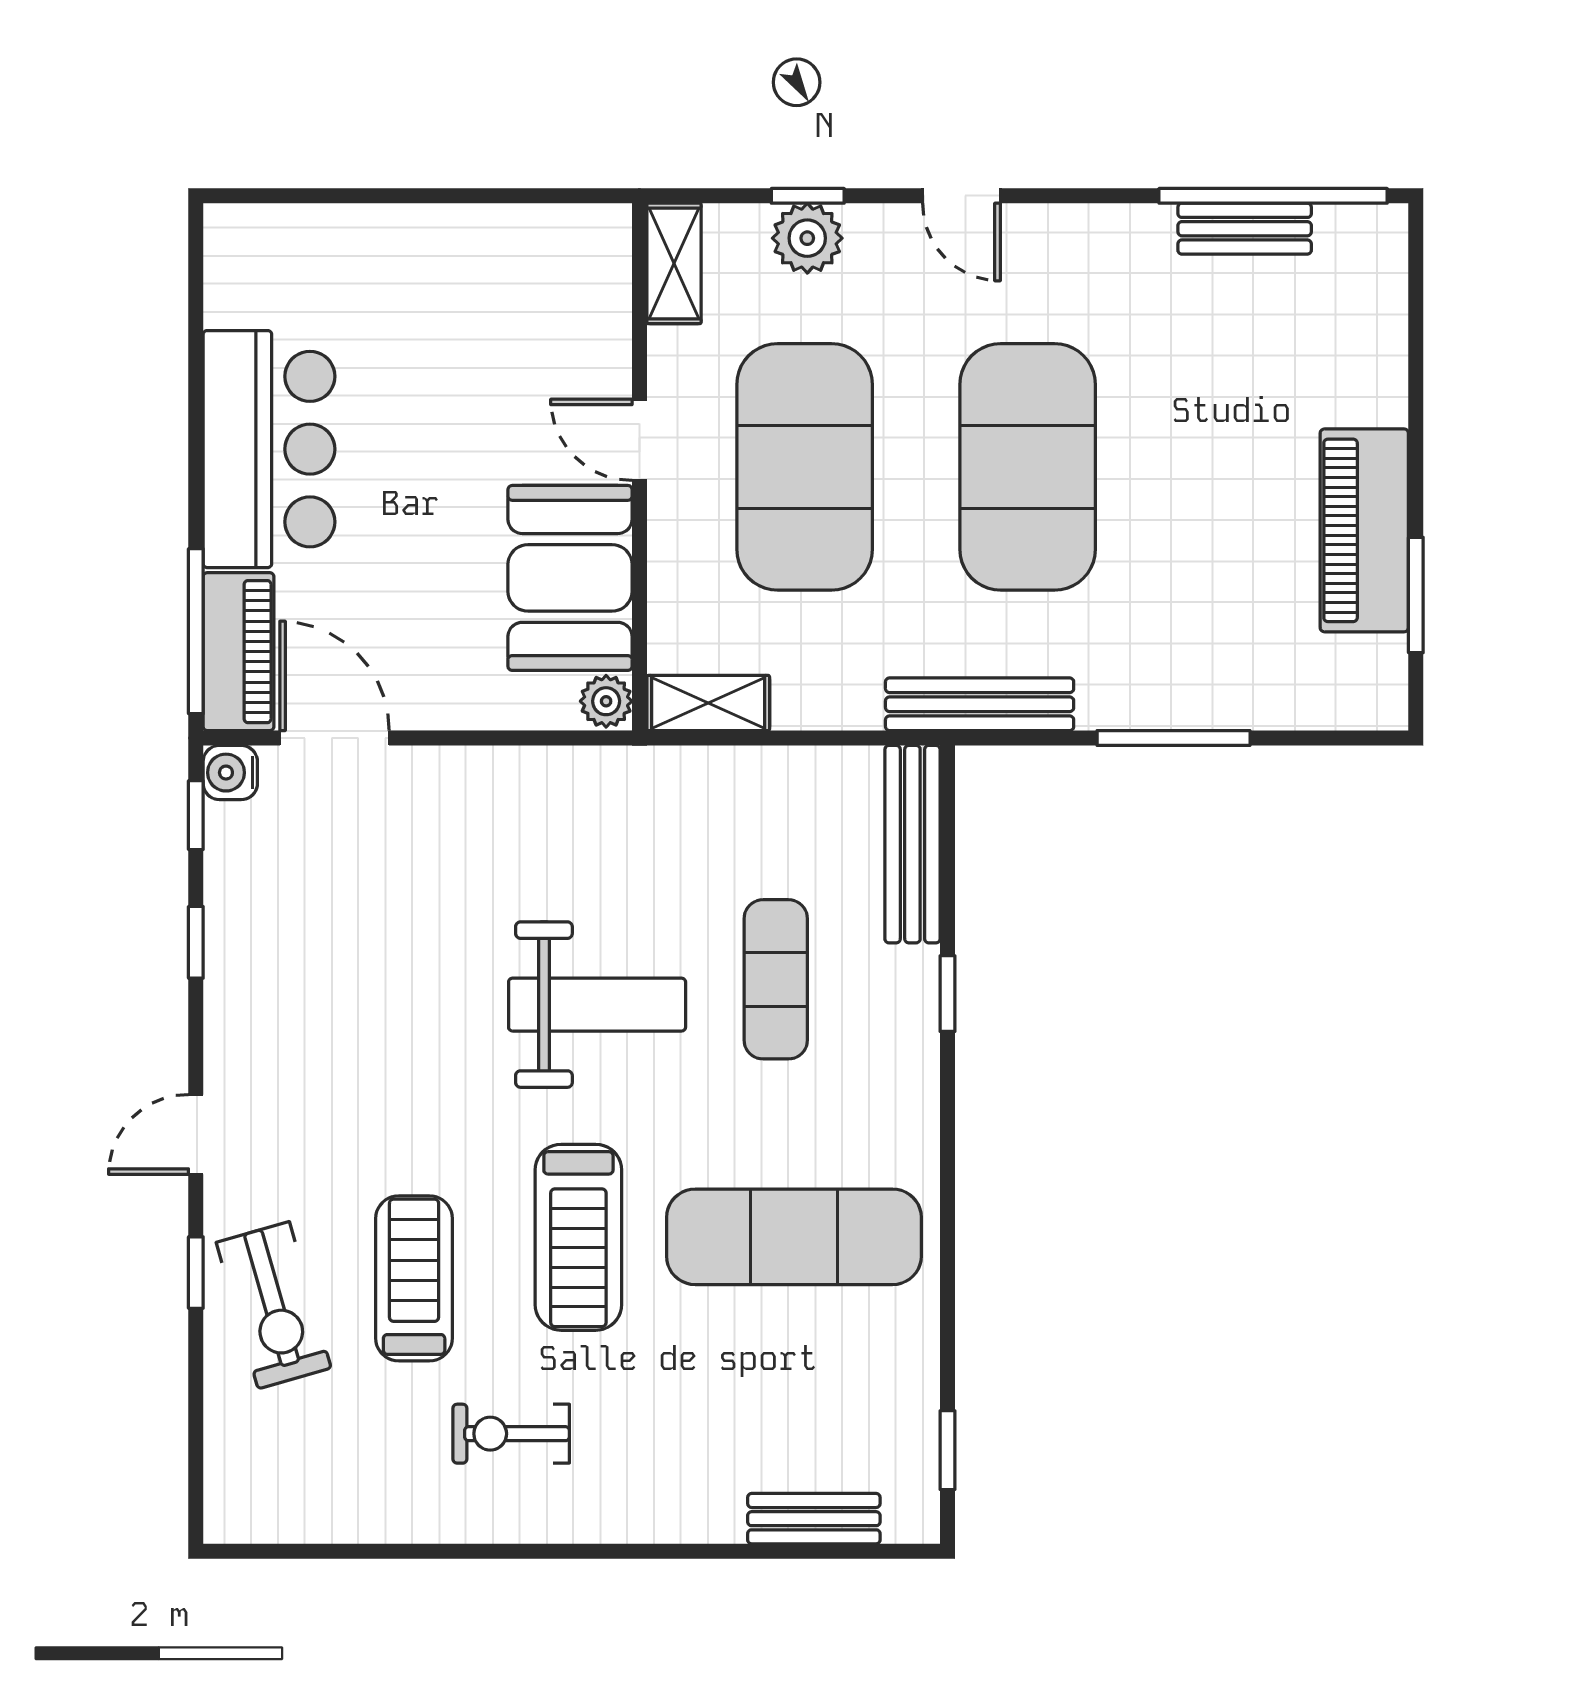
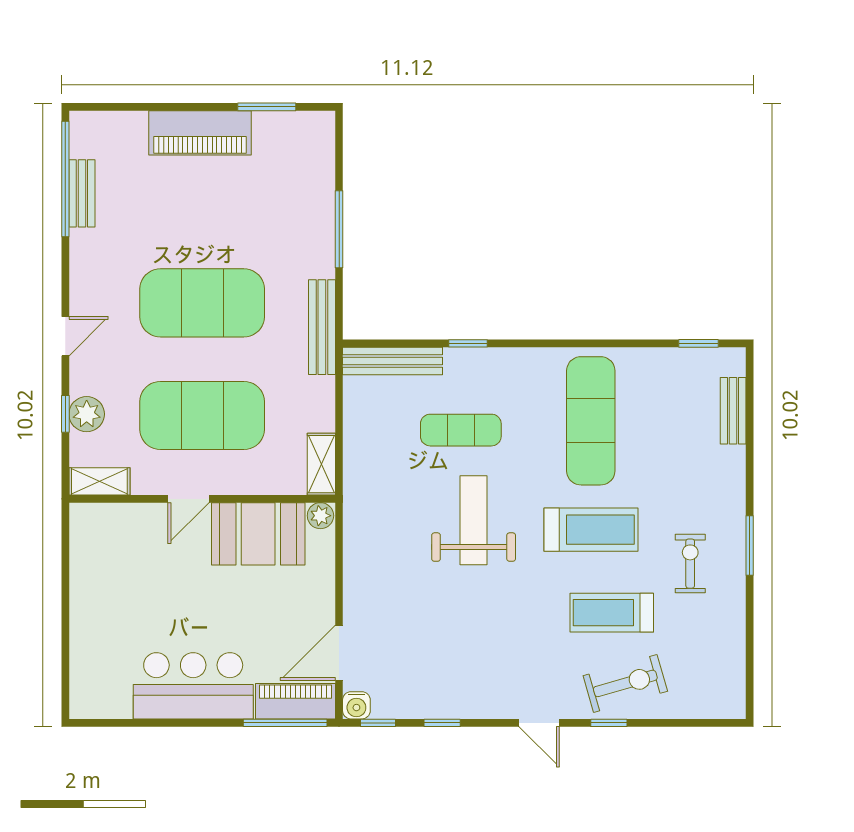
piano: (1364, 530) -> (200, 133), moved
exercise bike: (511, 1434) -> (690, 564), turned 180
window: (547, 1551) -> (750, 545), added

